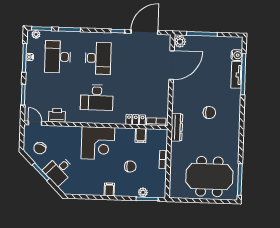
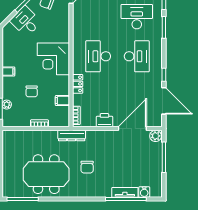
desk: (98, 58) -> (137, 56), turned -90
door: (172, 65) -> (132, 129), swing flipped
printer: (57, 115) -> (104, 120), moved, turned -90
locker: (136, 120) -> (78, 84), moved
meeting table: (209, 177) -> (46, 174), moved, turned 90

